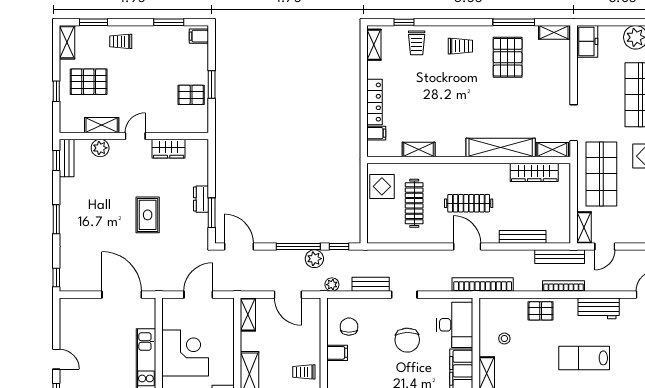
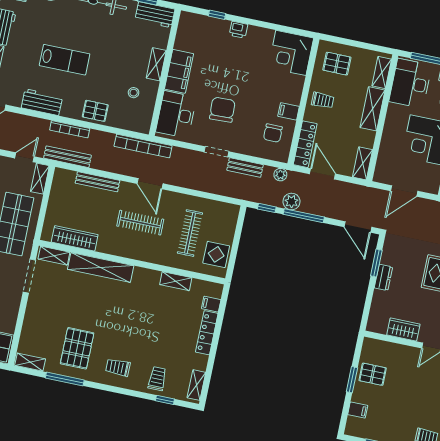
filing cabinet: (199, 36) -> (358, 410), moved
locker: (313, 322) -> (305, 144), added

